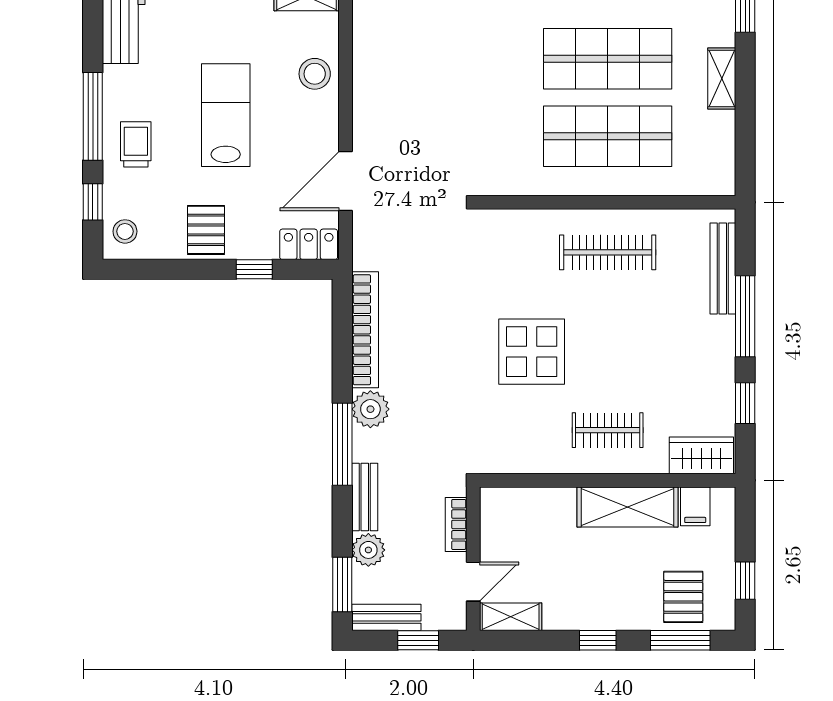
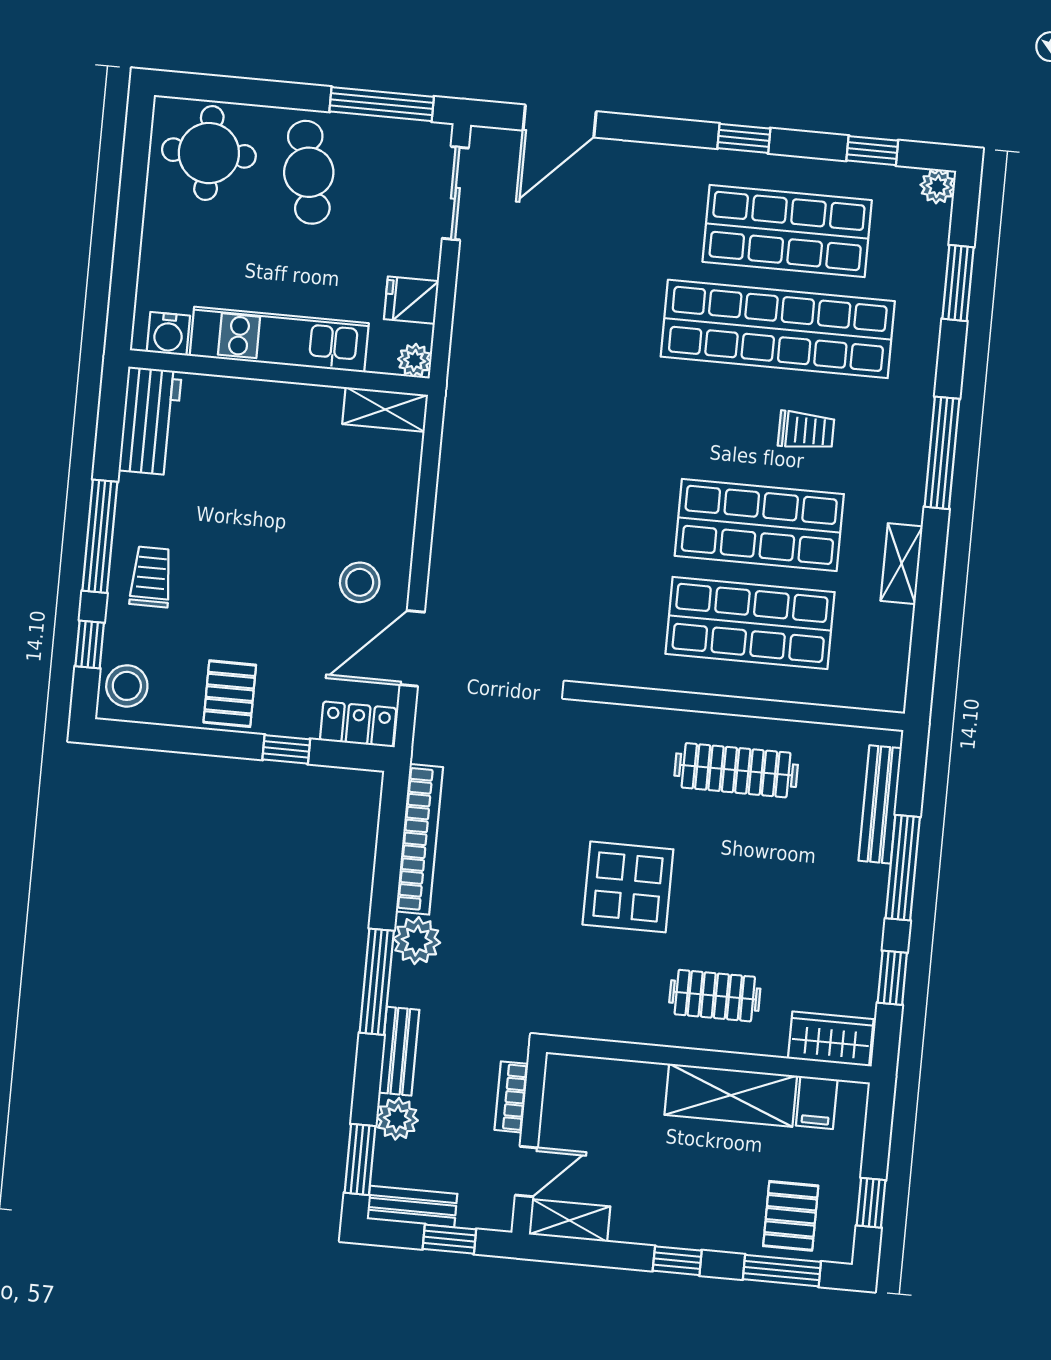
stool: (315, 74) -> (360, 582), moved
lab bench: (226, 115) -> (268, 550), removed
stool: (125, 231) -> (127, 686), width x1.37, depth x1.37

